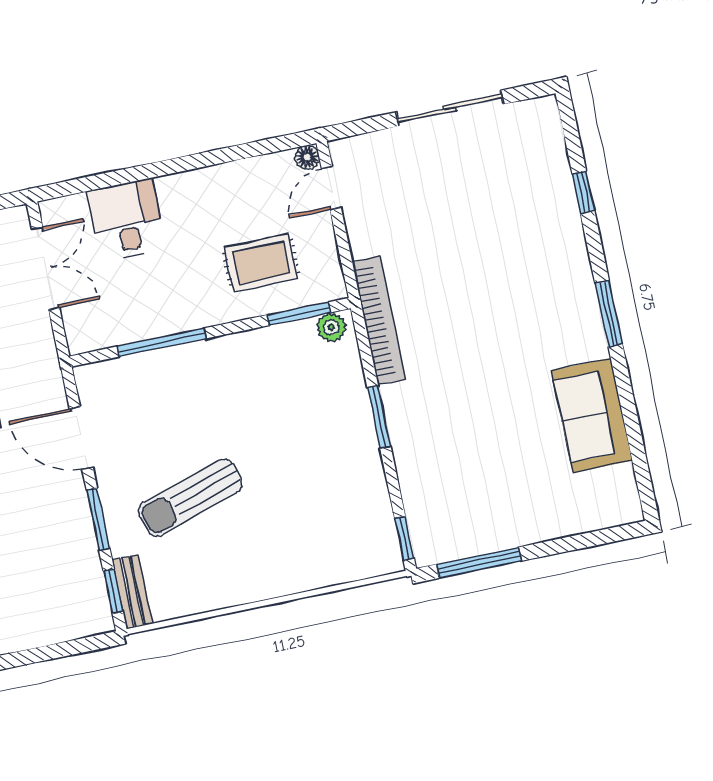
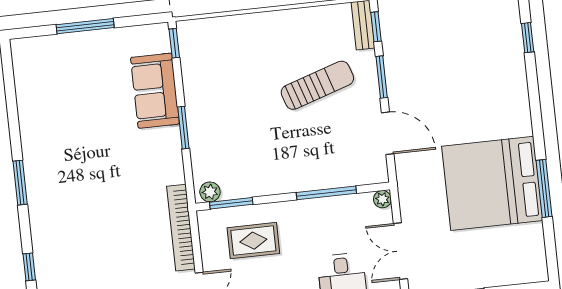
bookcase: (379, 321) -> (181, 228), moved
plant: (79, 341) -> (382, 199), added
sofa: (592, 415) -> (155, 91), moved, turned 180
window: (479, 563) -> (85, 26), moved

